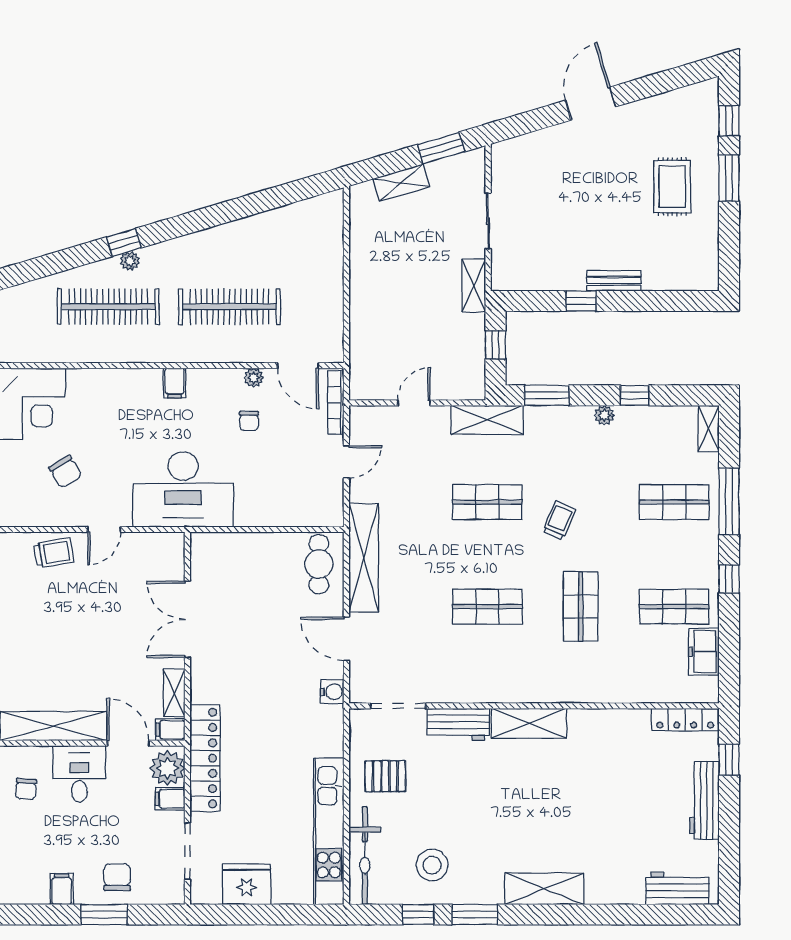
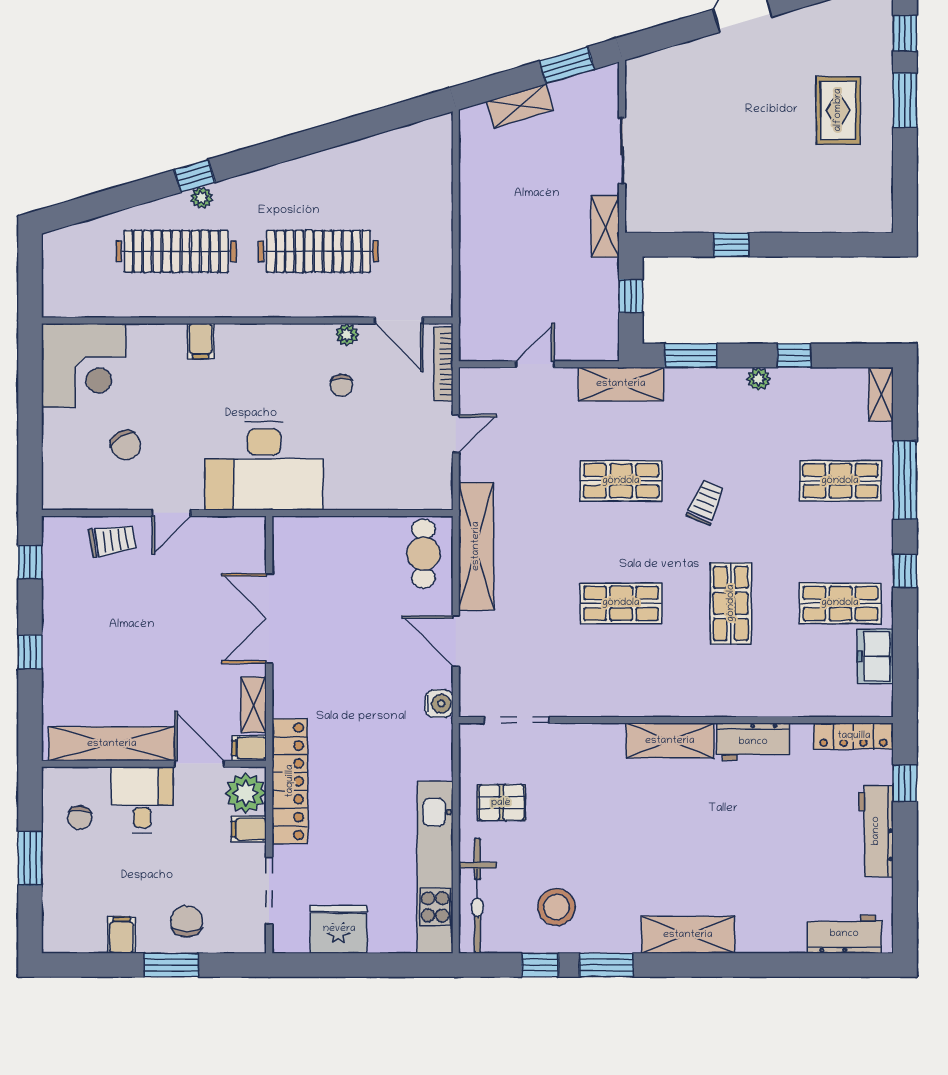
bench: (614, 281) -> (770, 221), removed
filing cabinet: (175, 383) -> (201, 341), moved
workbench: (458, 724) -> (753, 742), moved

